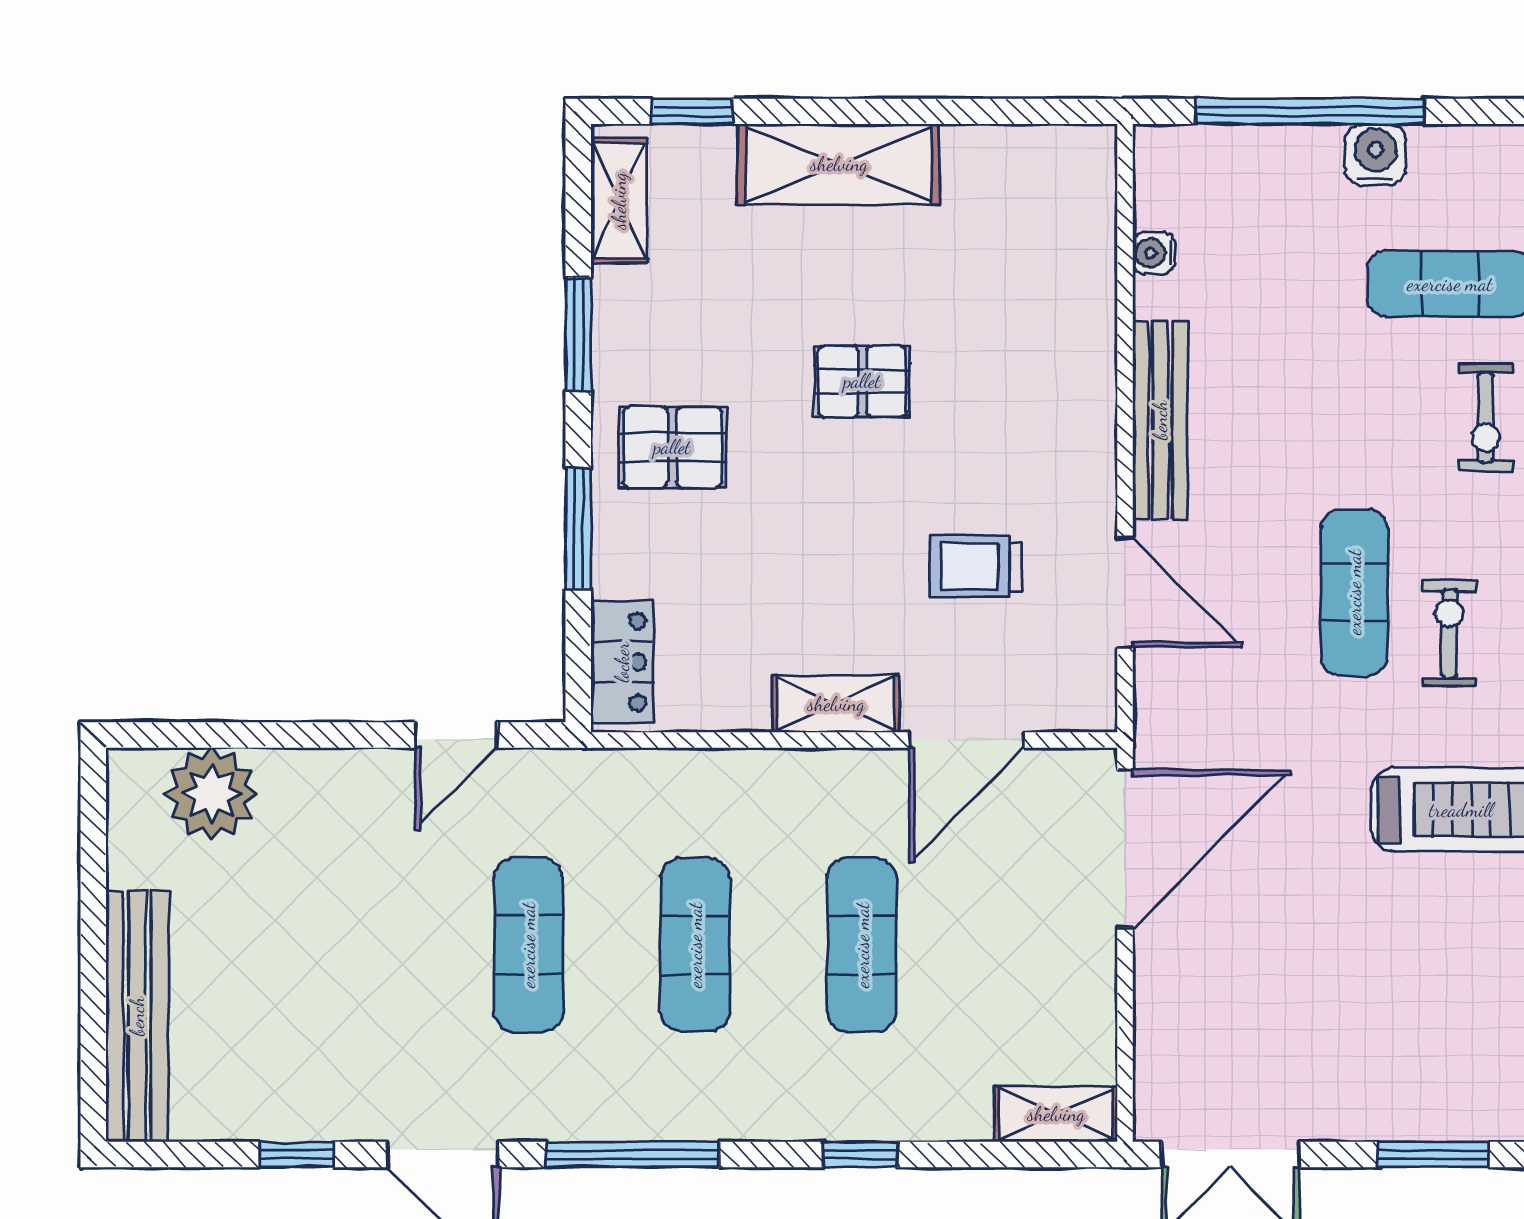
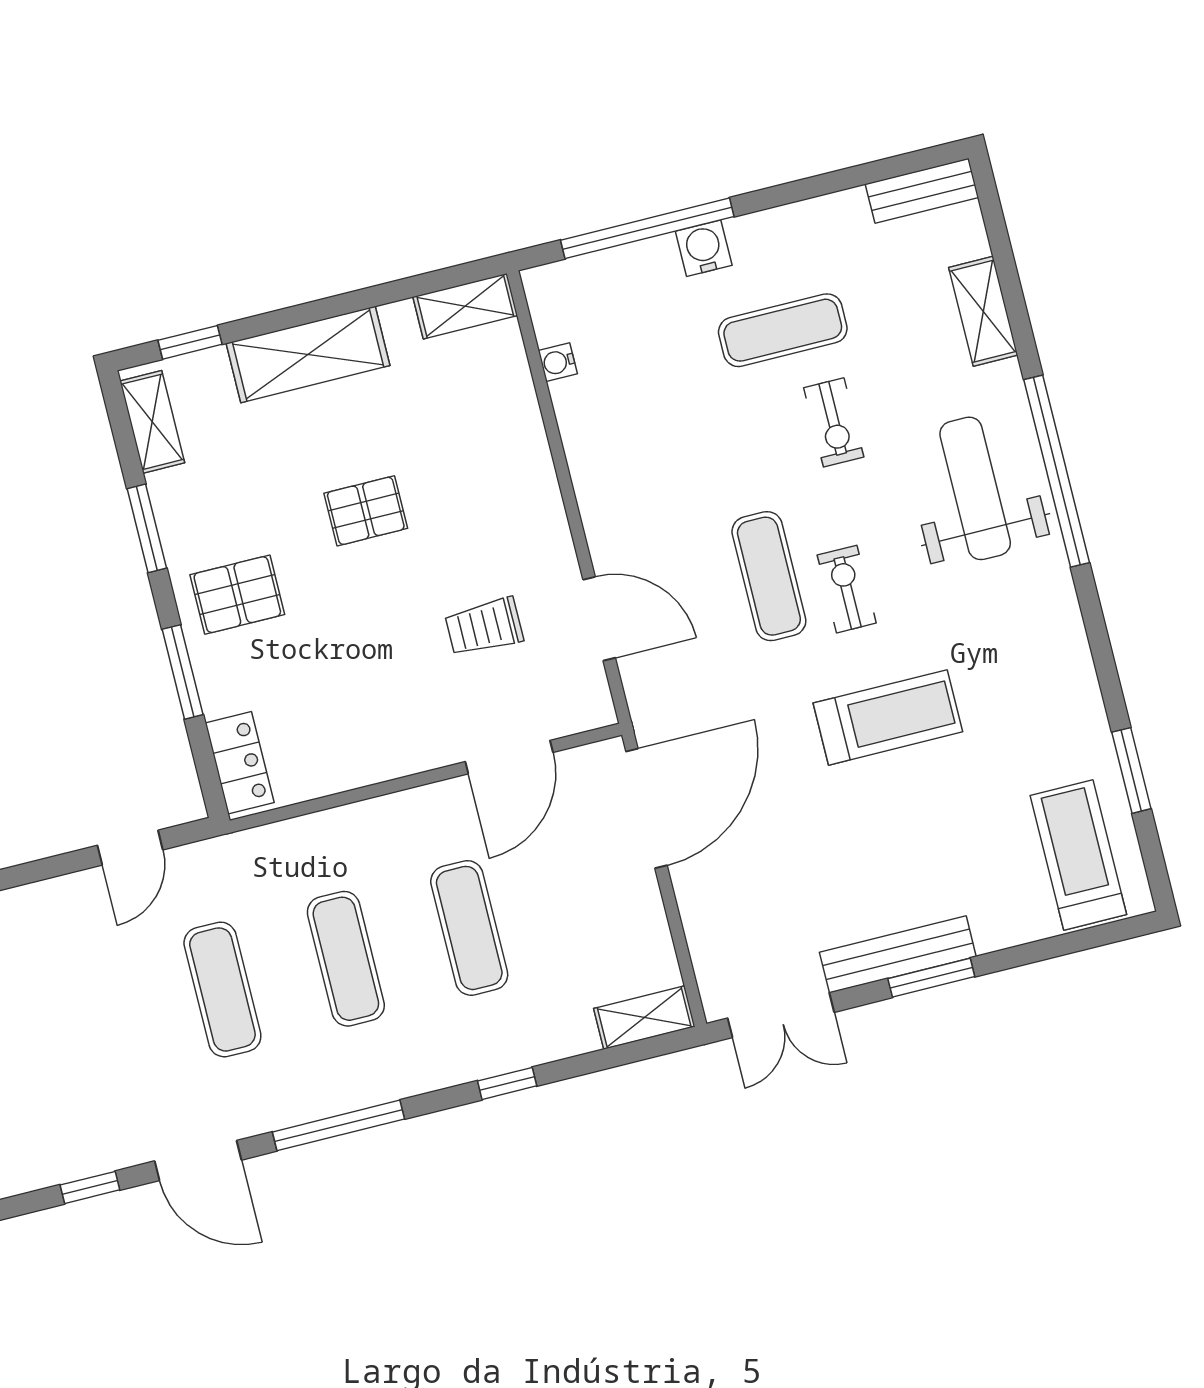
bench: (1160, 420) -> (898, 954), moved, turned 90
shelving: (836, 704) -> (465, 306), moved

